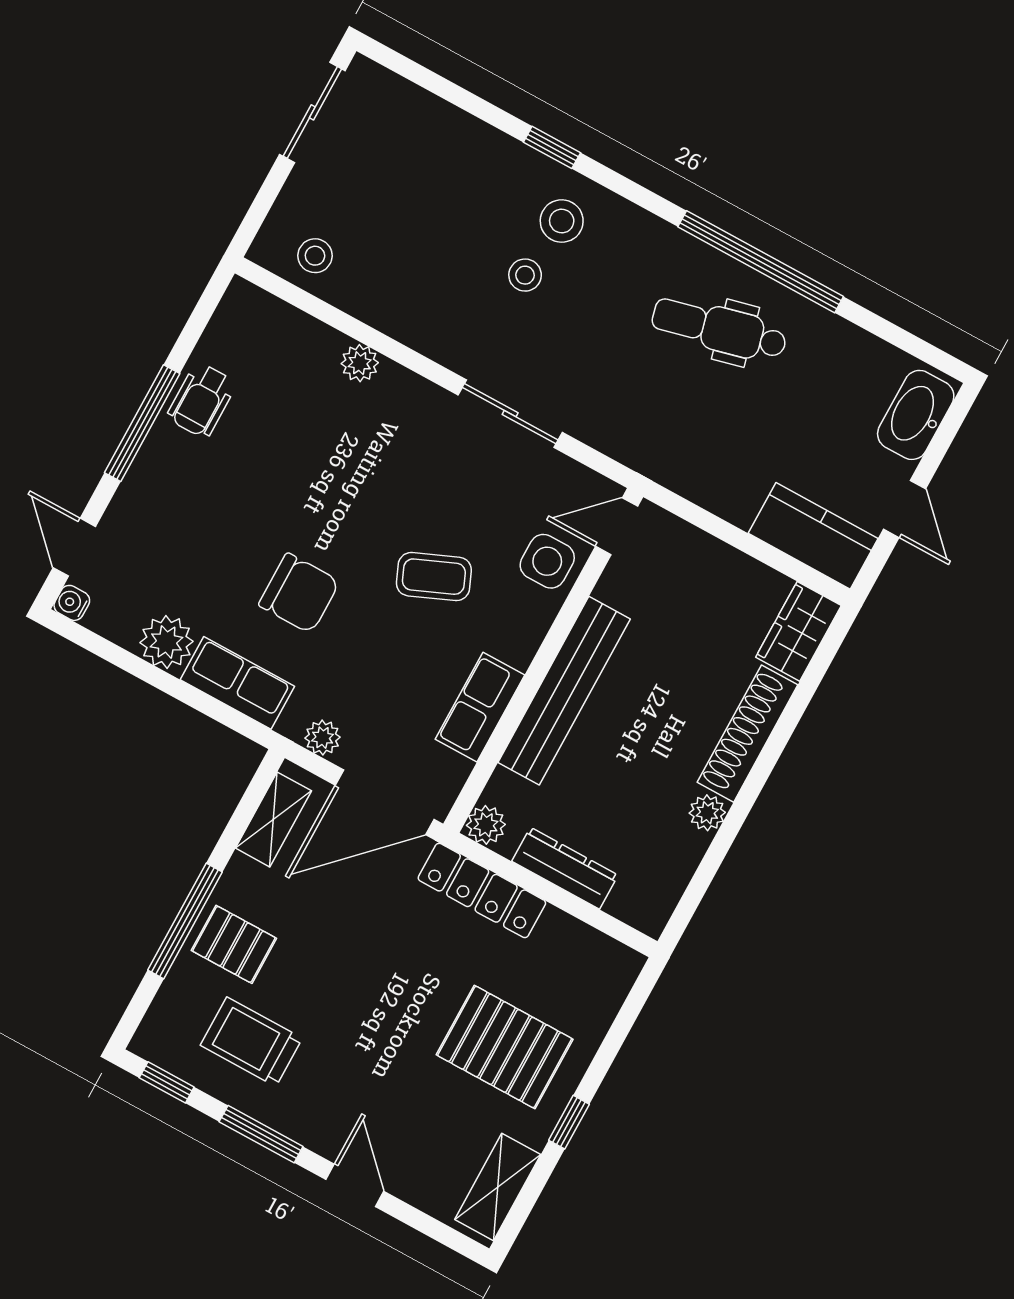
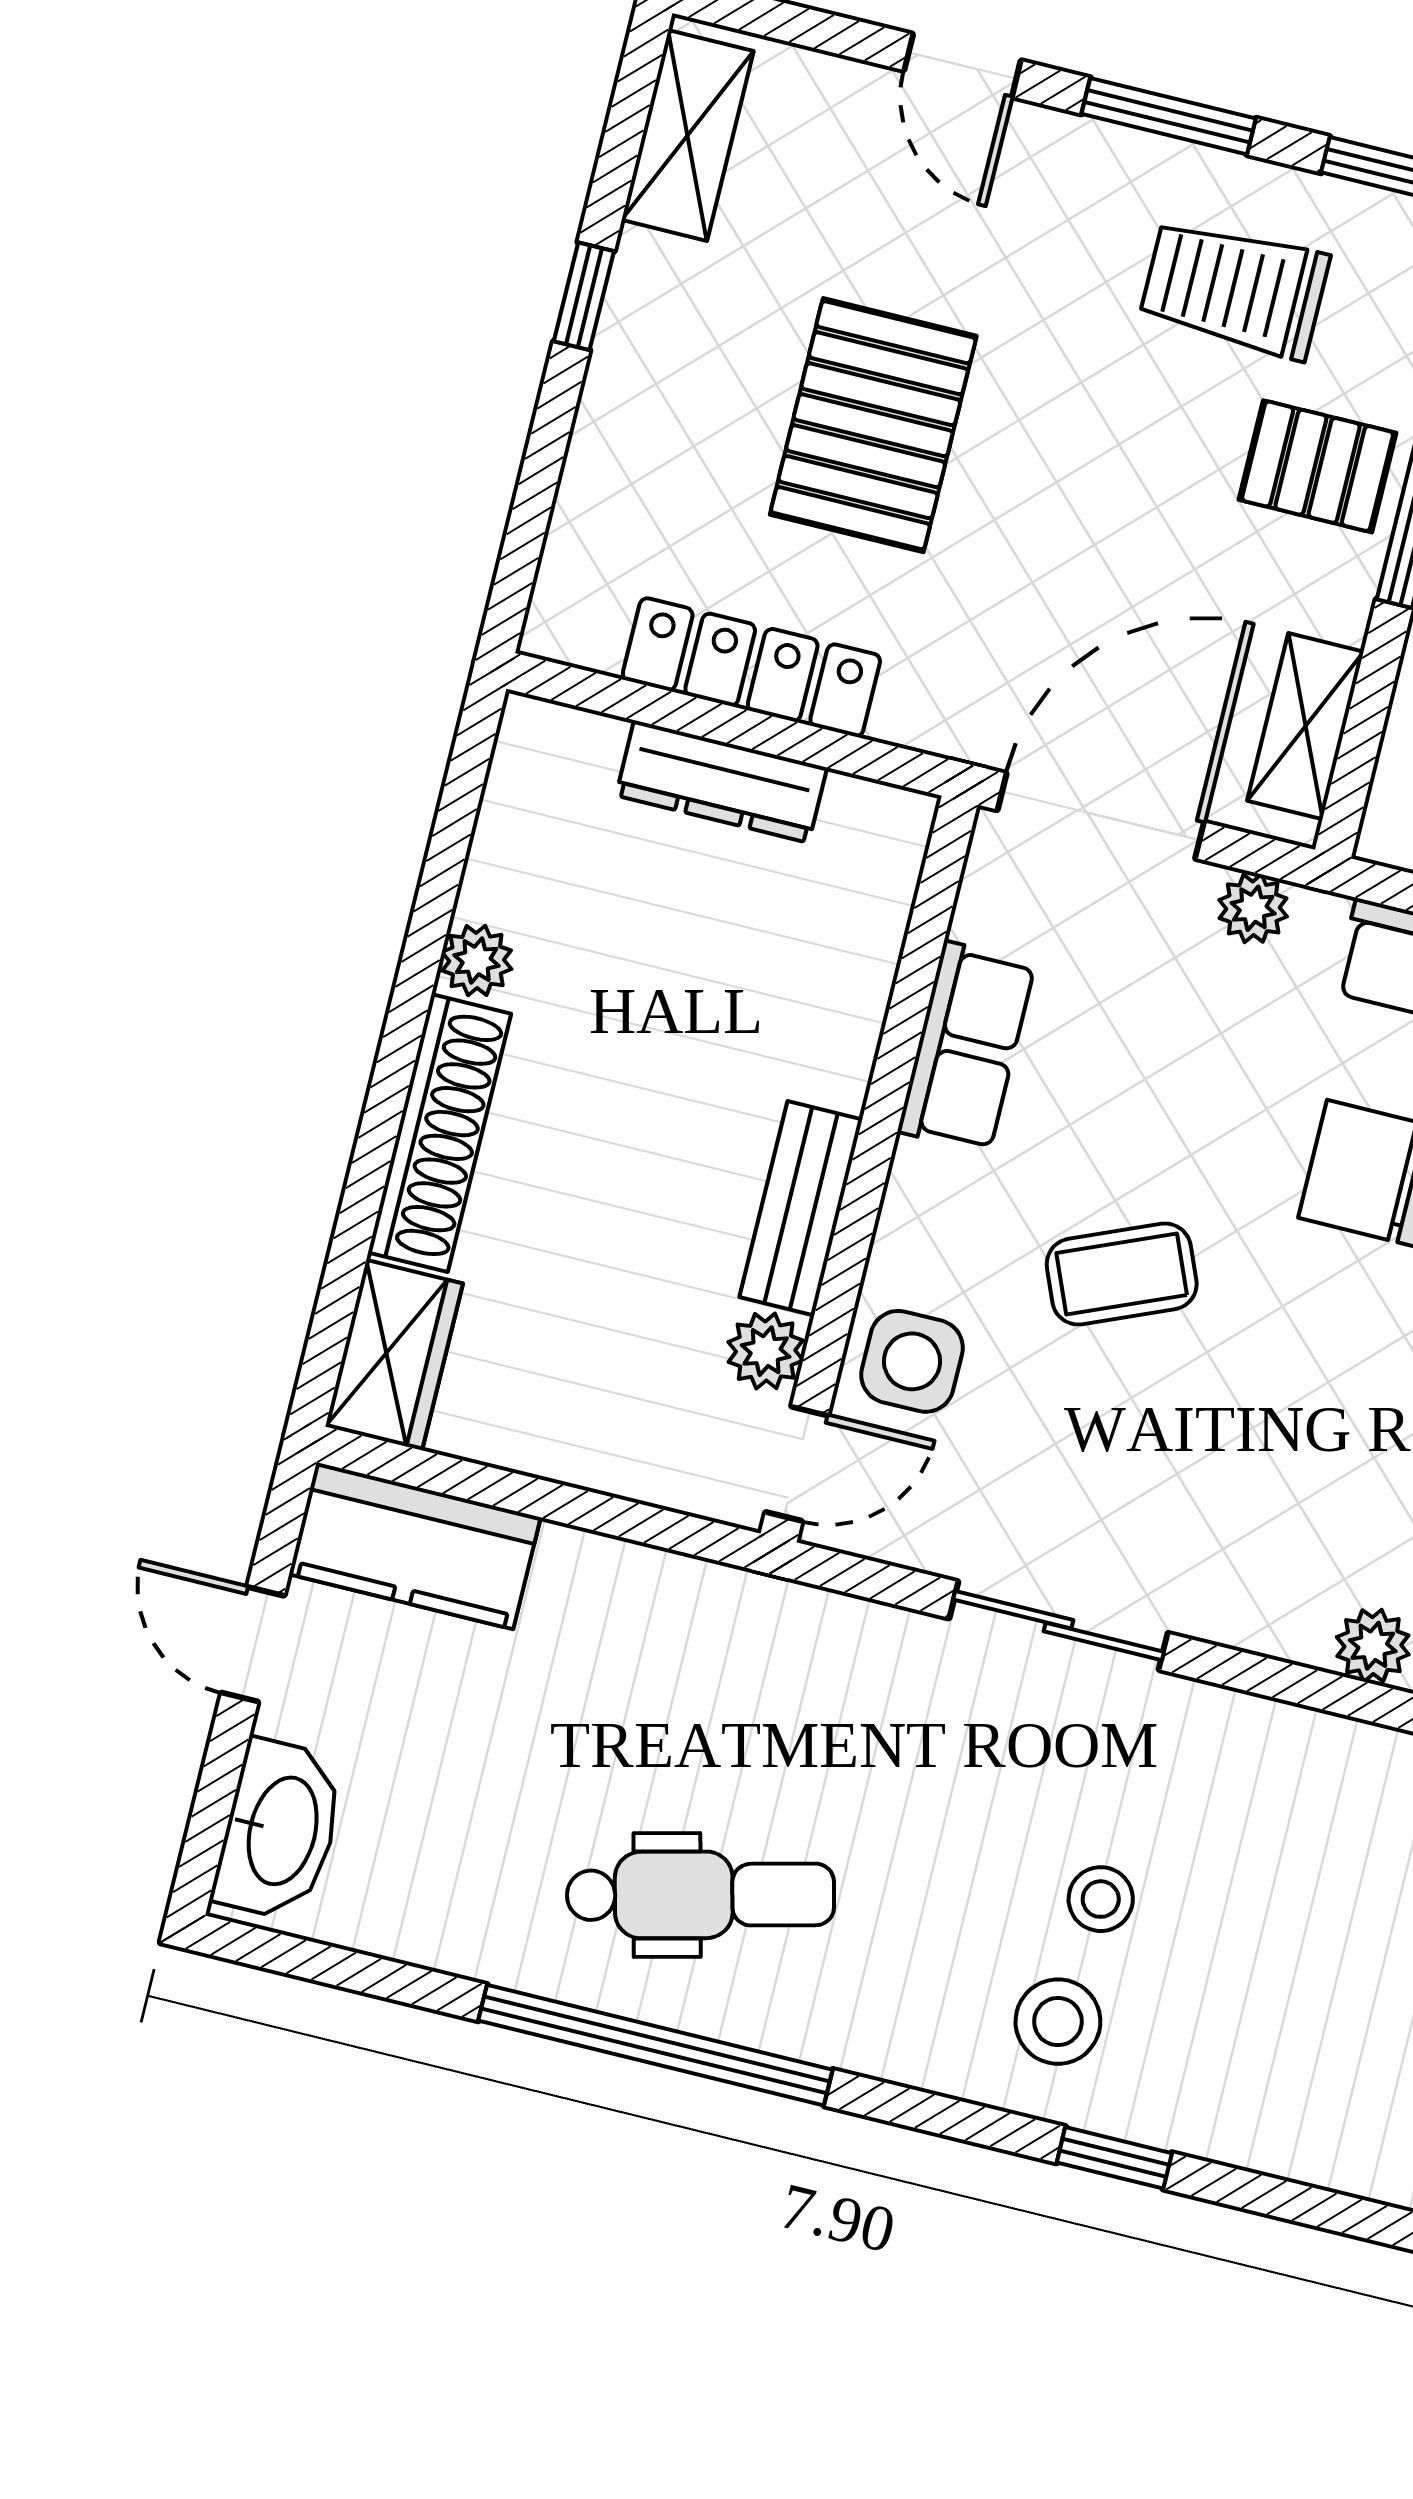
bench: (564, 691) -> (801, 1208), width x0.54, depth x0.82
plant: (486, 825) -> (766, 1351), moved
locker: (482, 890) -> (751, 667), moved
trolley: (251, 1042) -> (1234, 288), turned 180
pallet: (505, 1047) -> (873, 425), moved, turned 90

